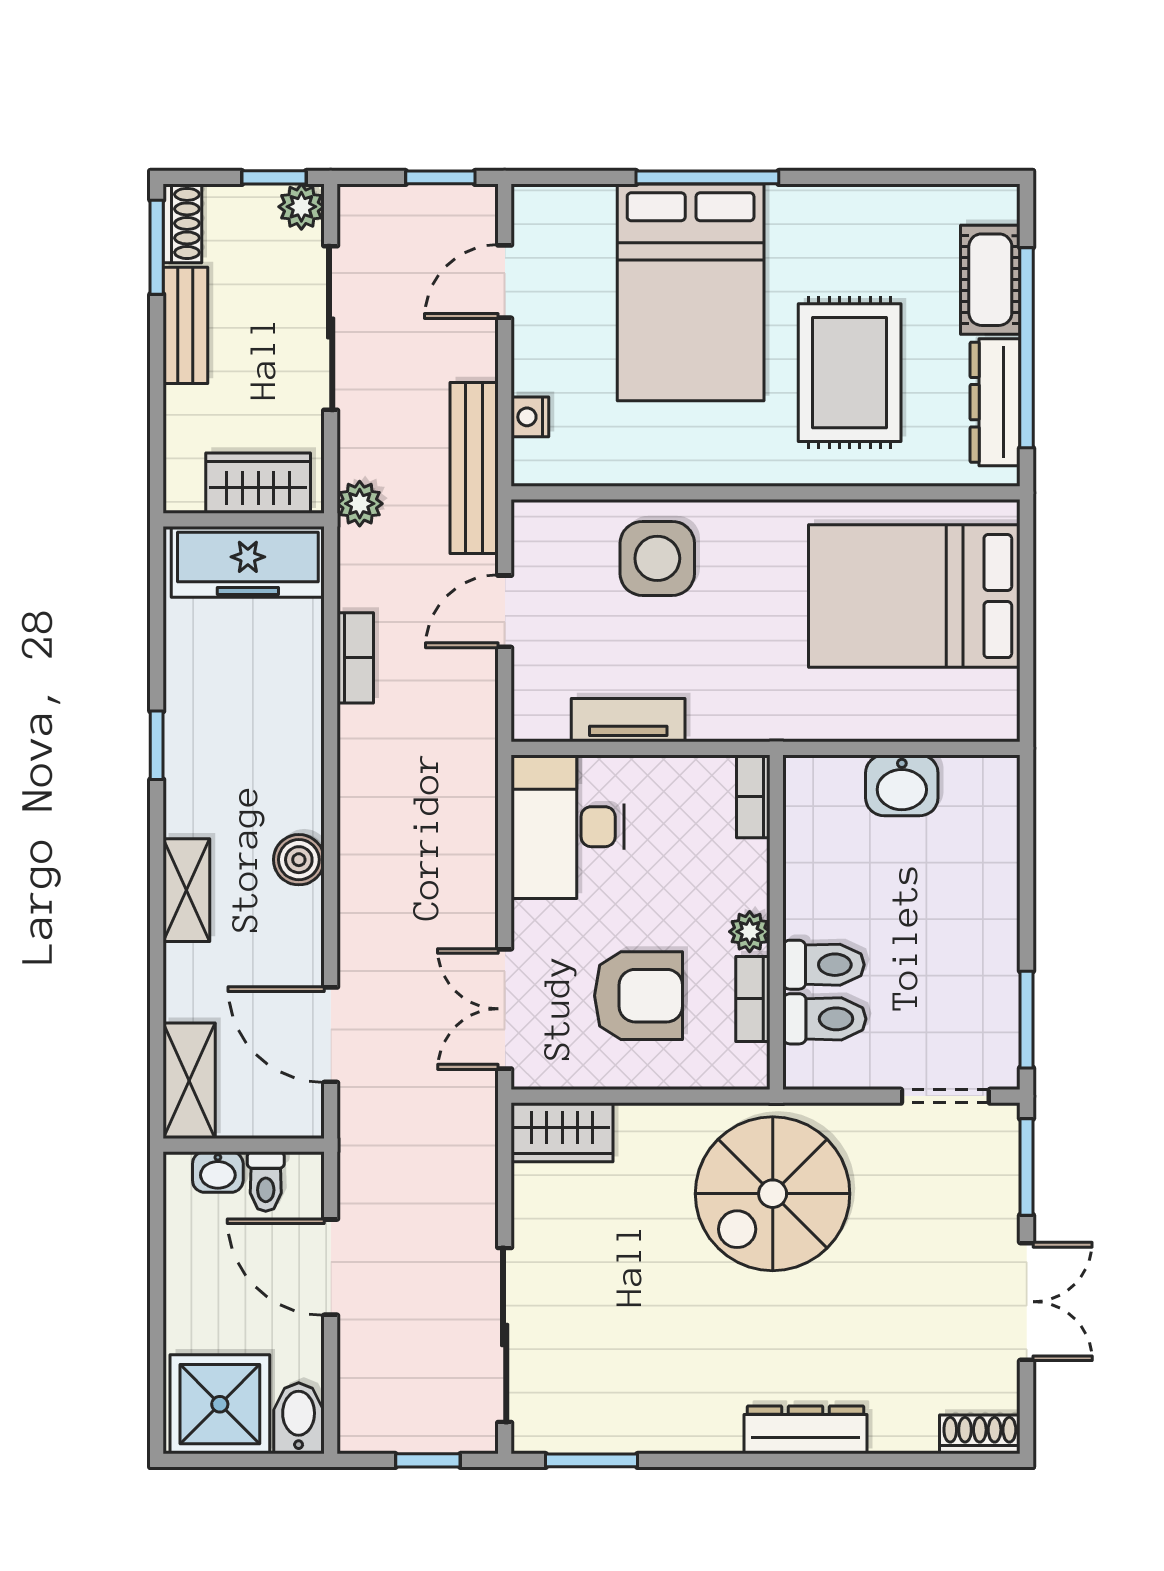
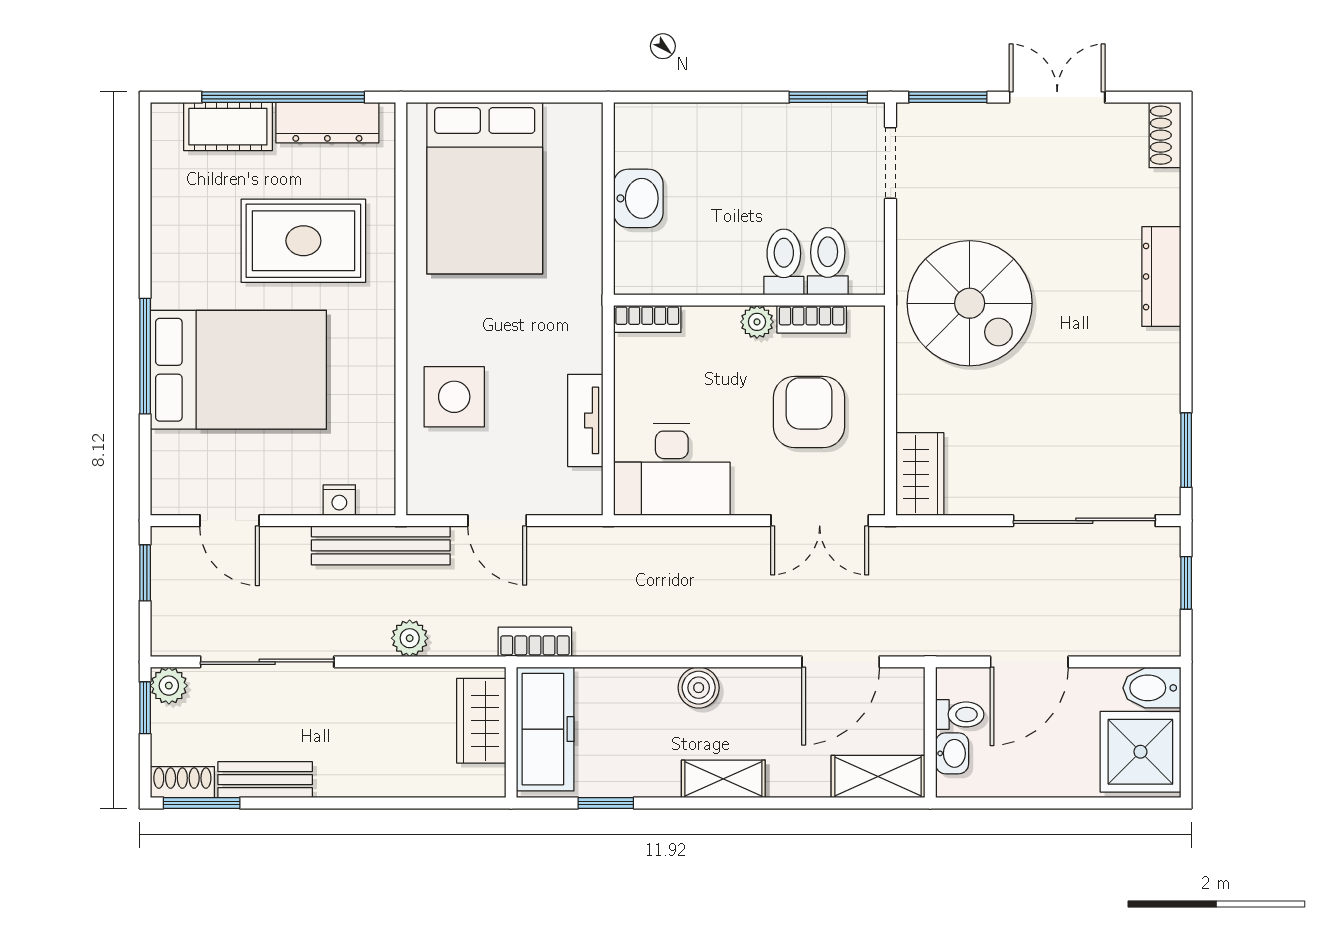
wardrobe: (258, 483) -> (481, 721), moved
wall: (244, 520) -> (511, 732), moved
freezer: (248, 562) -> (545, 729), moved

